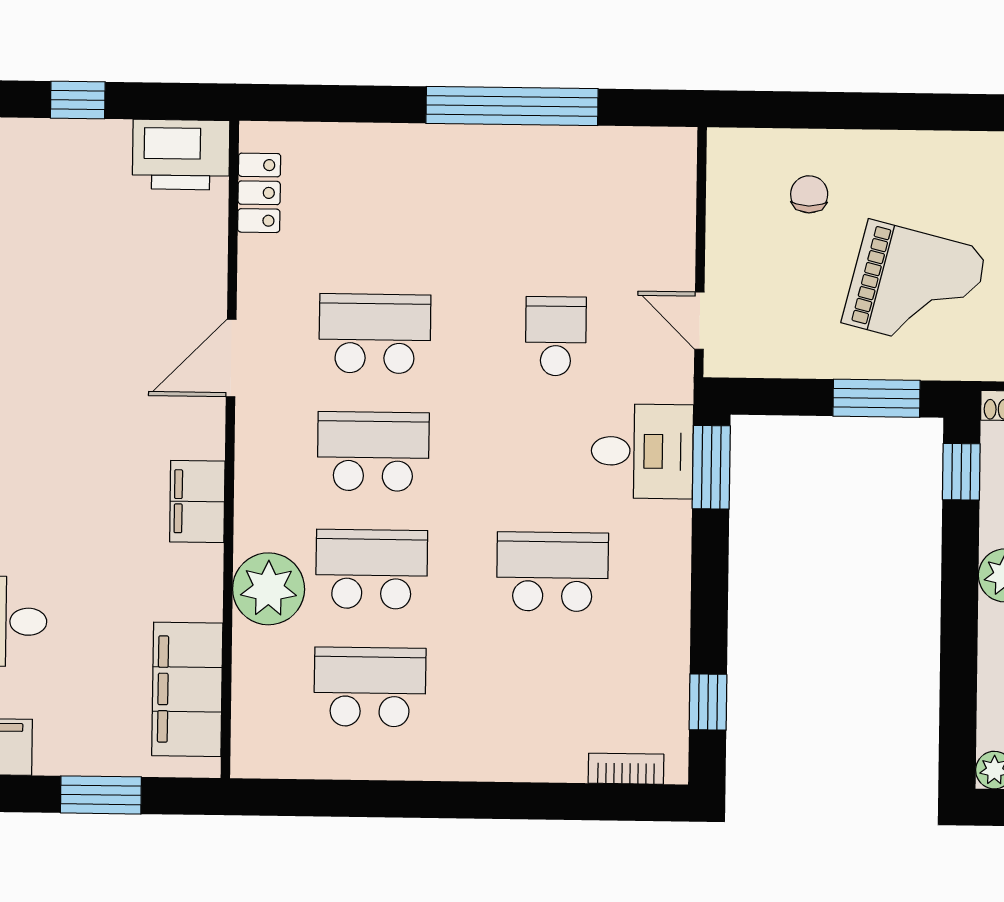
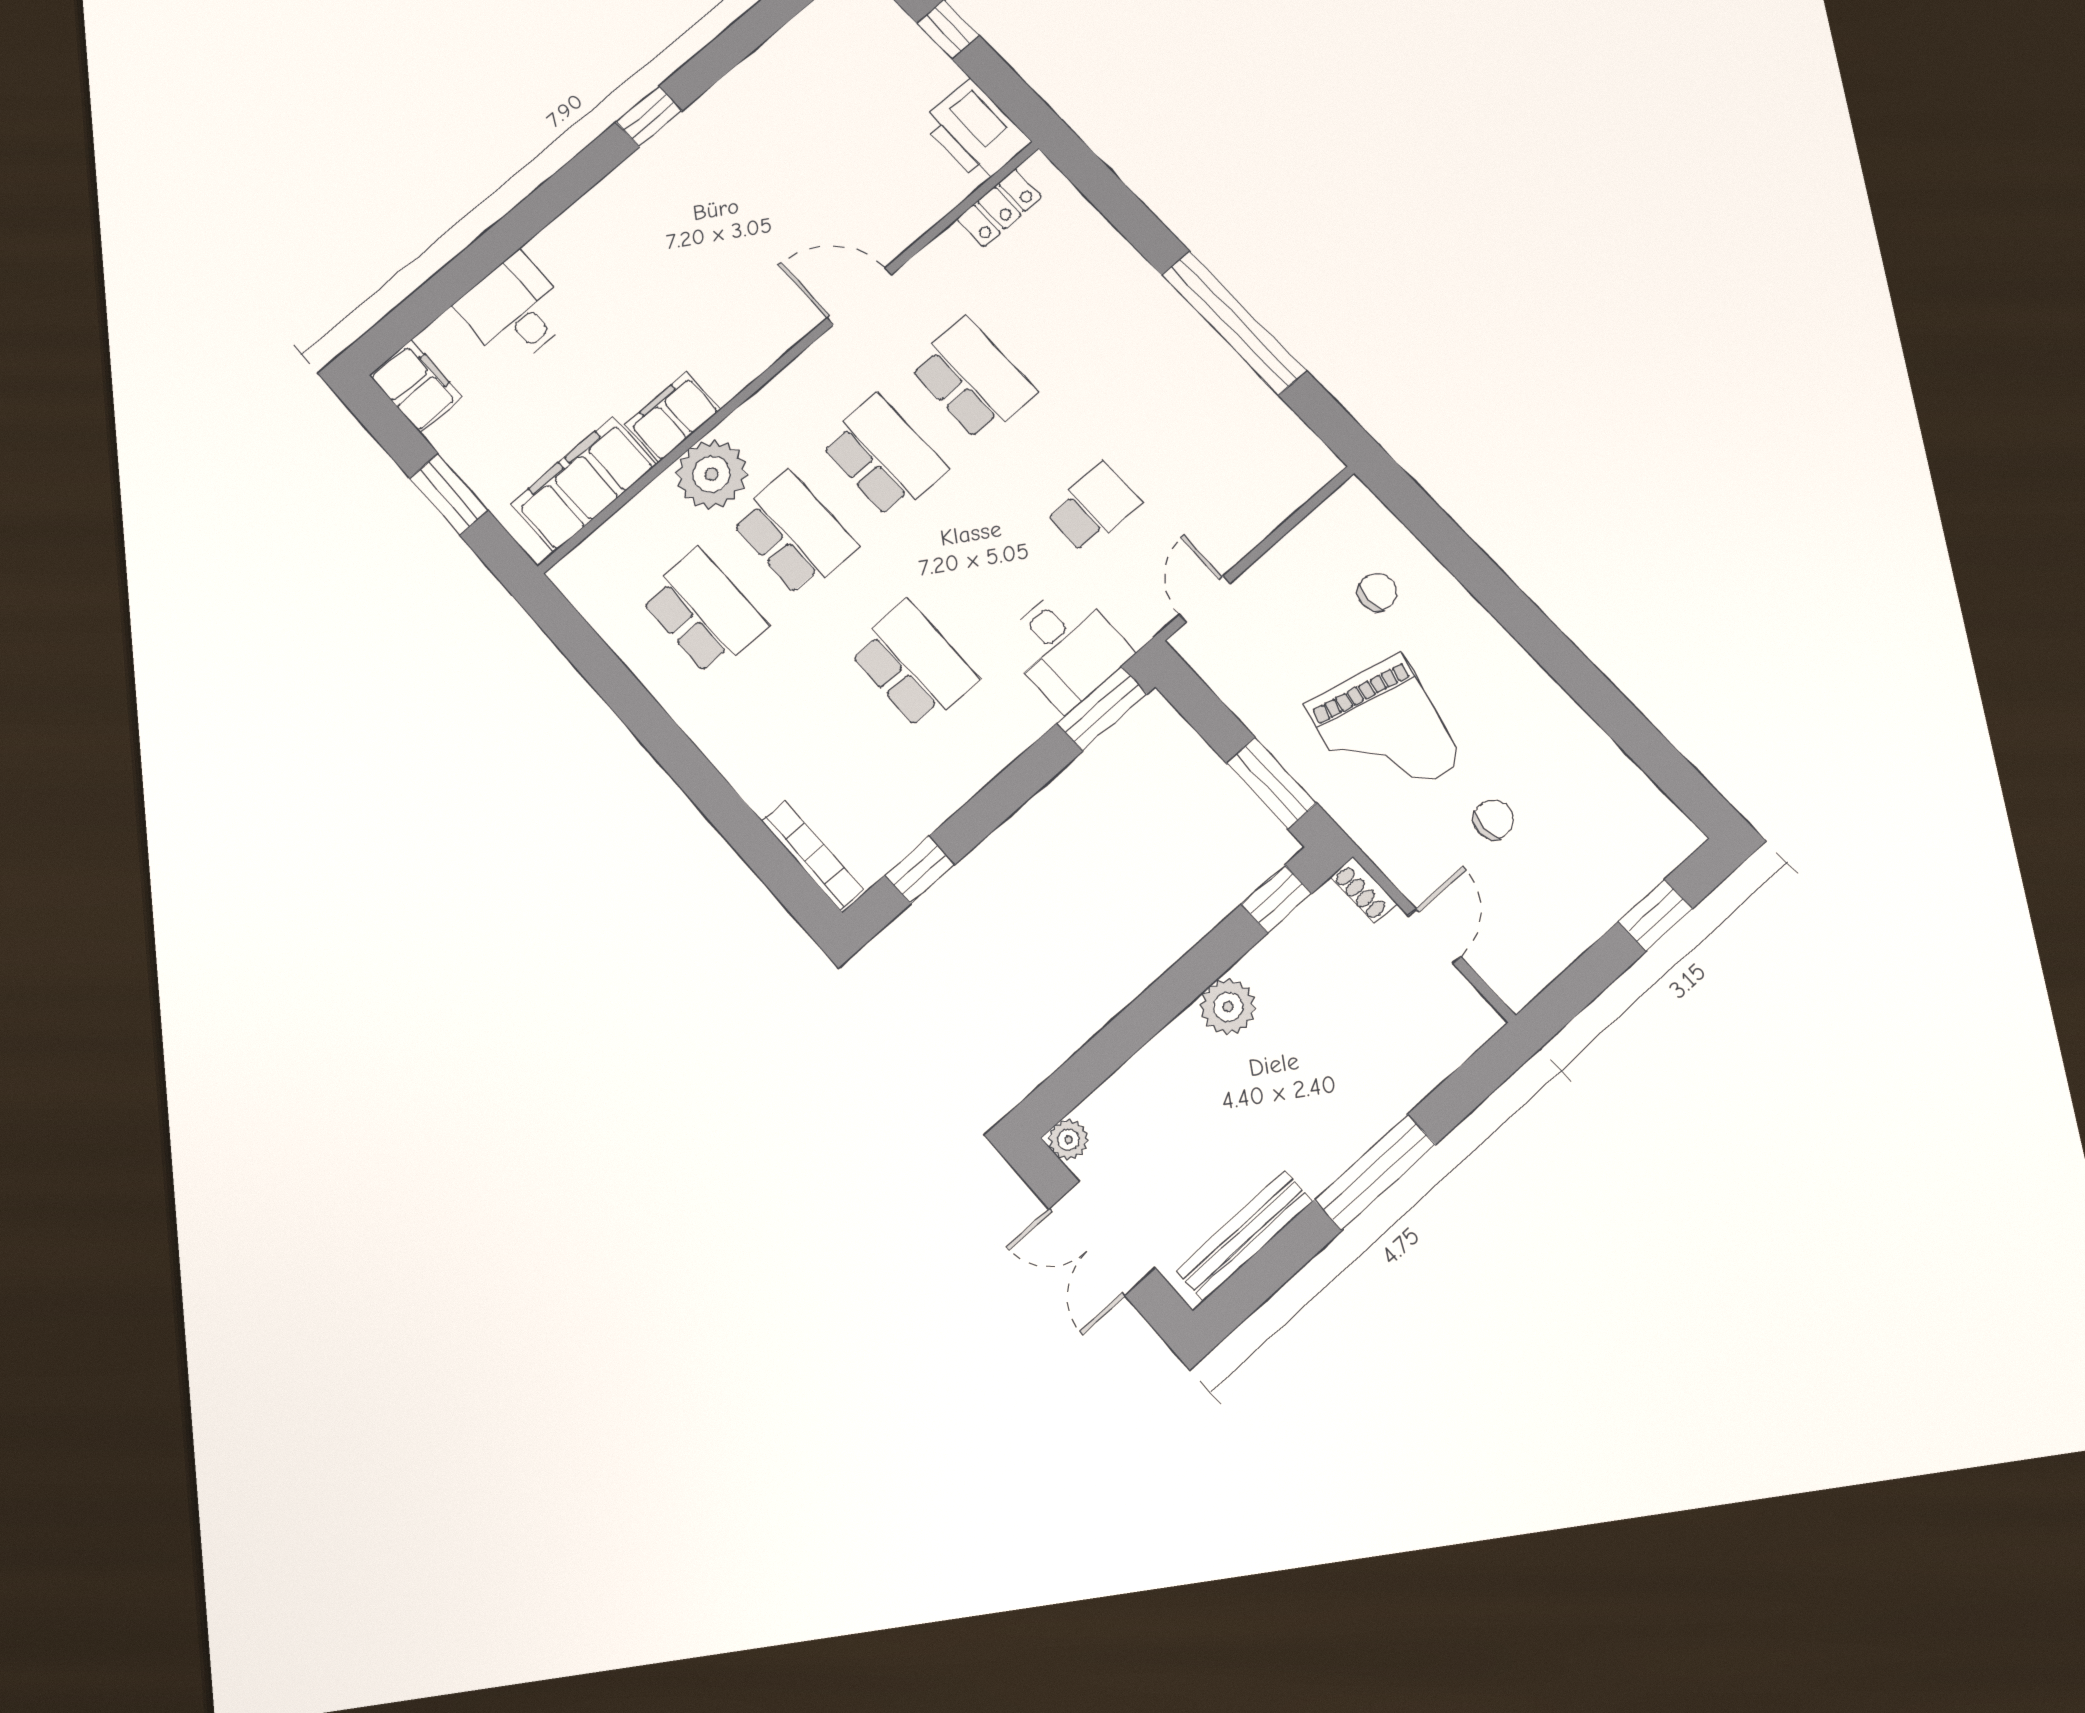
filing cabinet: (197, 501) -> (673, 417), moved
bookcase: (626, 769) -> (812, 855), width x1.56

